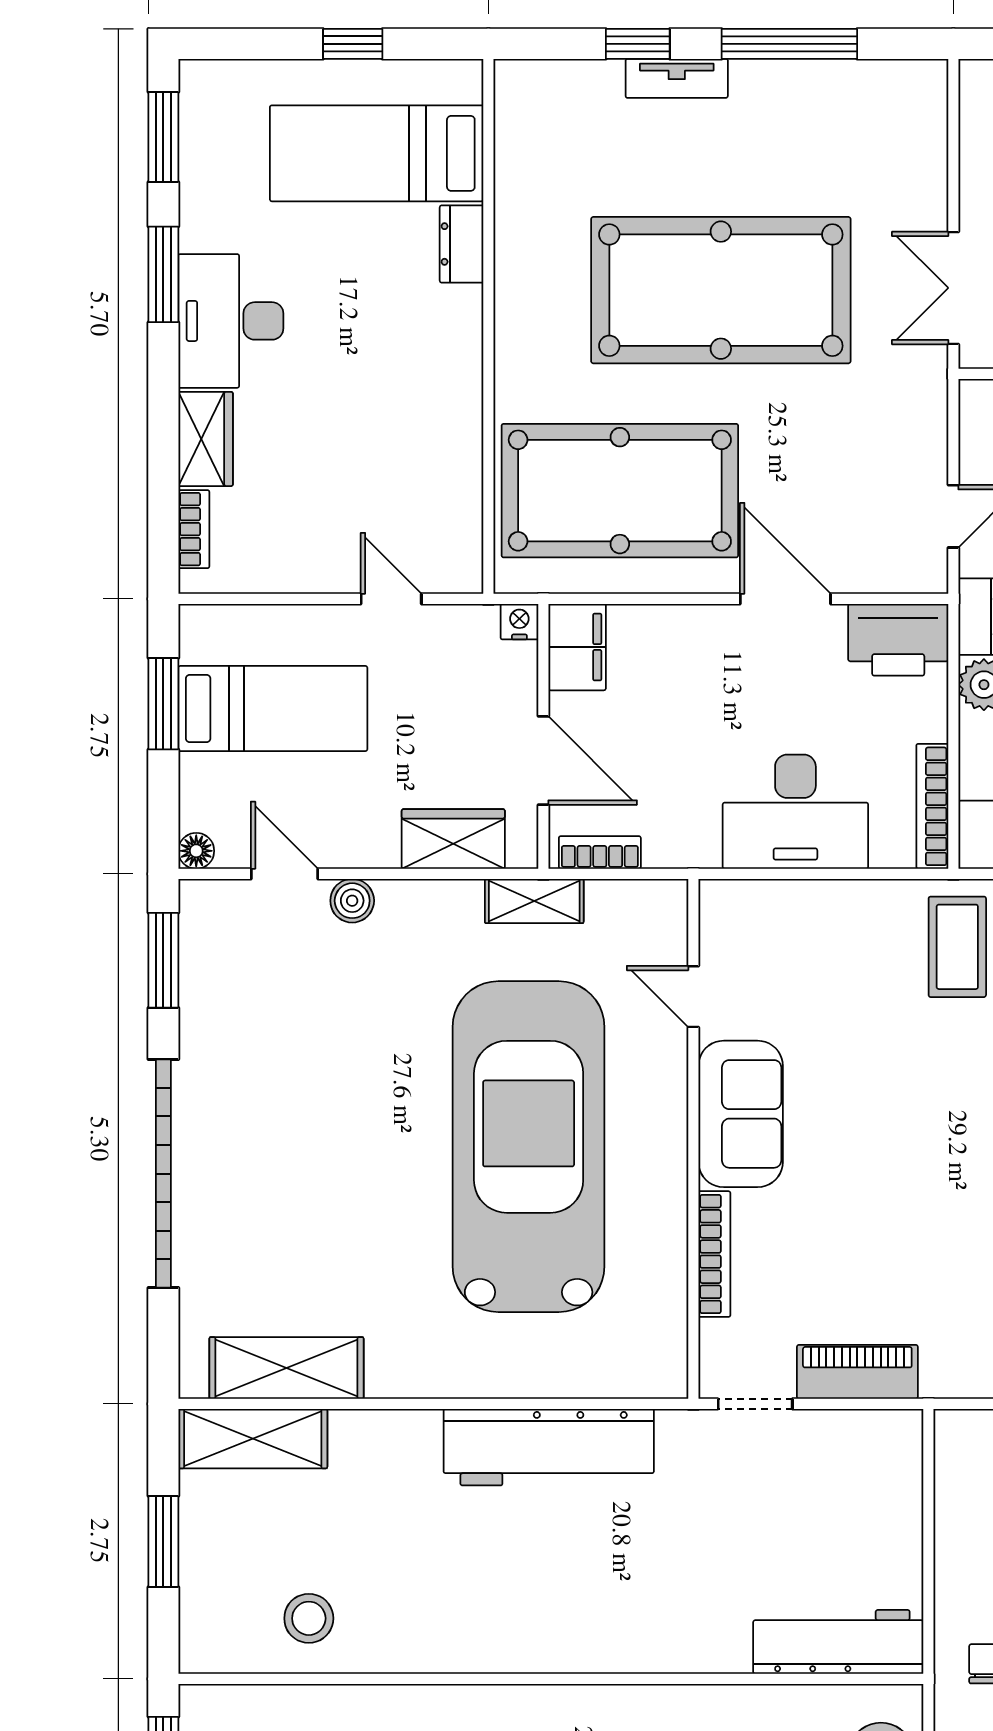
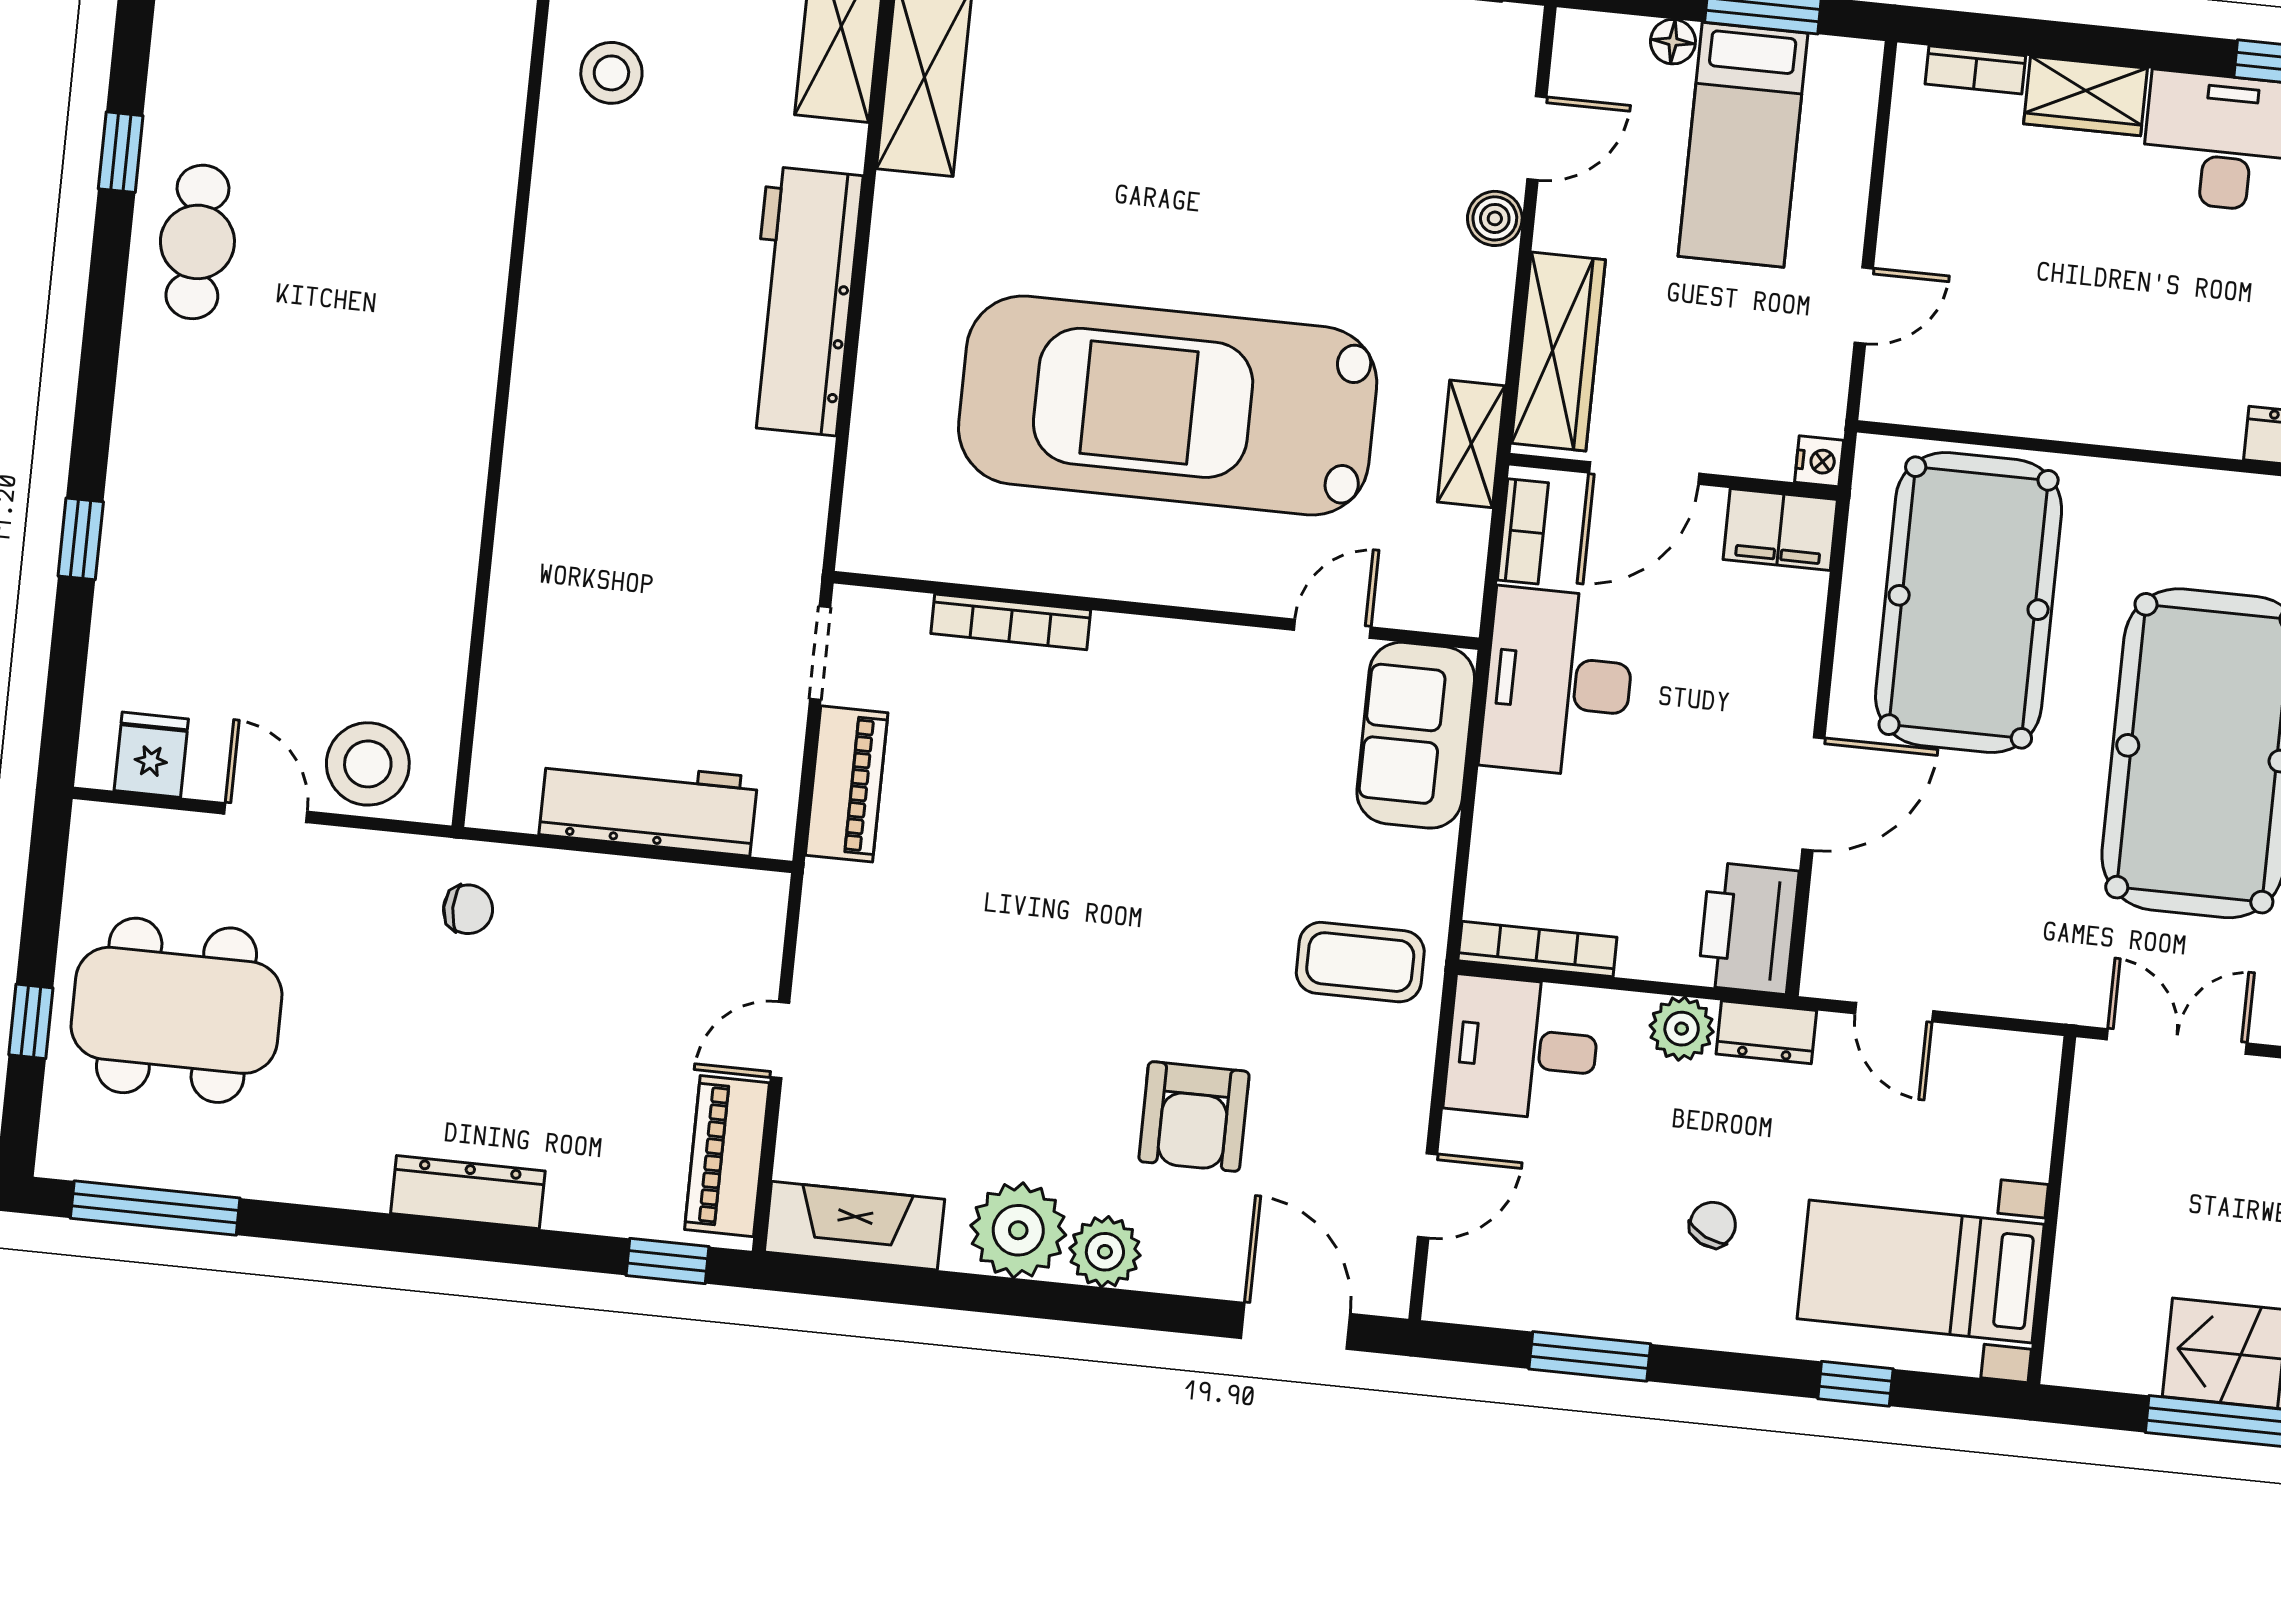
desk: (795, 812) -> (1558, 682), moved
wardrobe: (453, 839) -> (1558, 352), width x1.50
floor lamp: (196, 851) -> (1673, 42), moved
sofa: (741, 1114) -> (1416, 735), moved, turned 90
car: (529, 1147) -> (1168, 405), turned 180
workbench: (549, 1447) -> (802, 301), moved
workbench: (838, 1642) -> (648, 806), moved, turned -90

